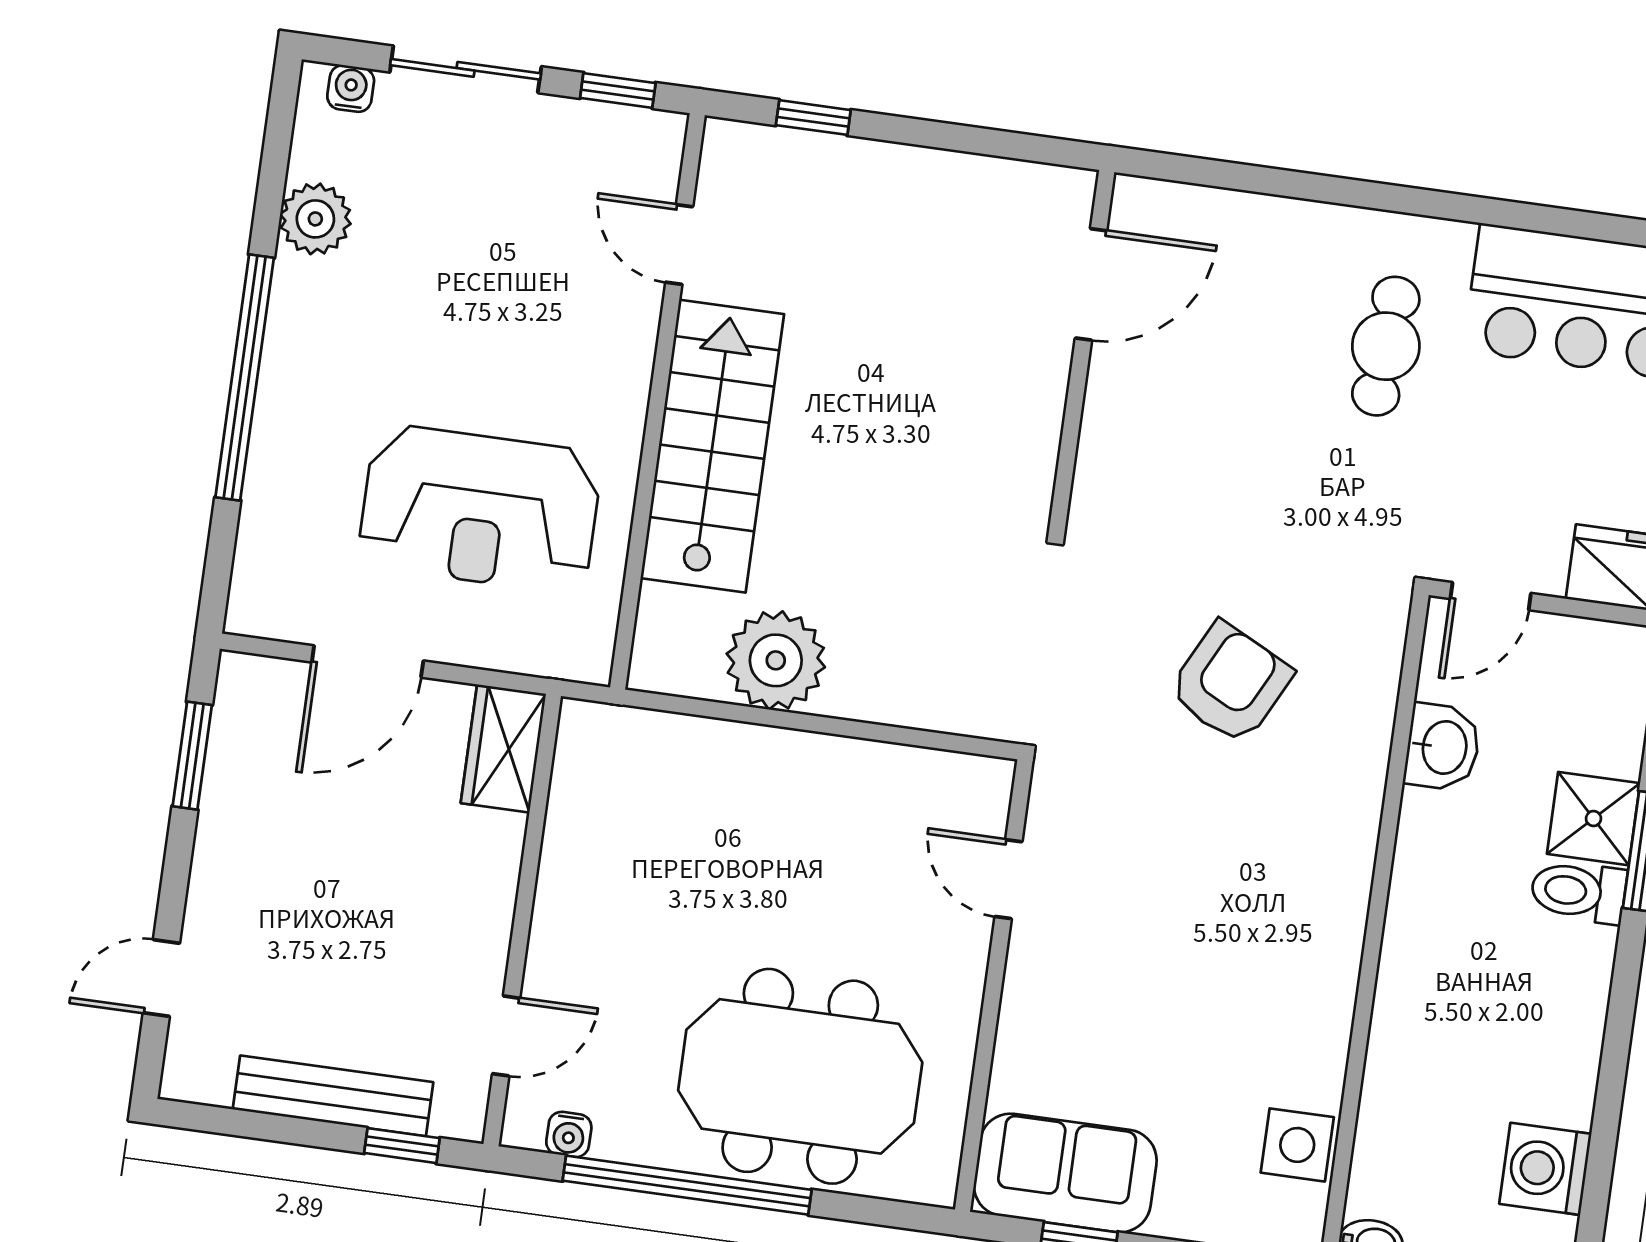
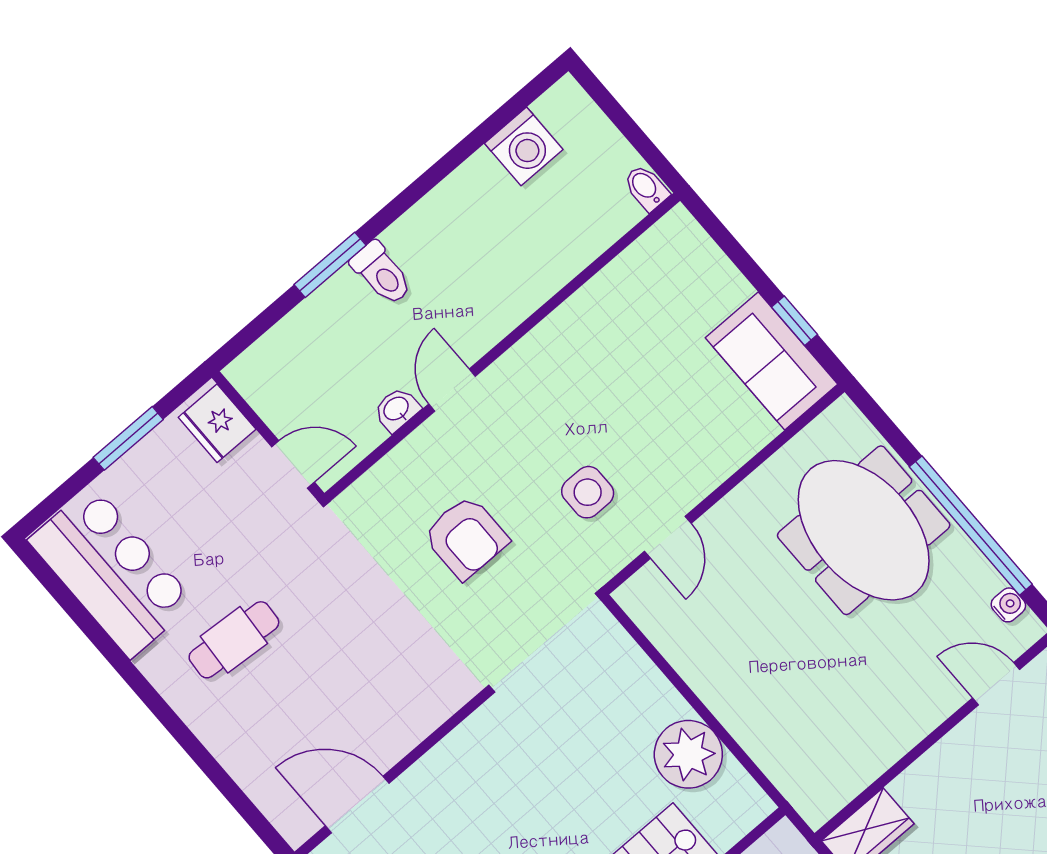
armchair: (1230, 683) -> (466, 537), turned -117
washbasin: (1443, 747) -> (397, 409), width x0.72, depth x0.69
shower: (1593, 819) -> (341, 304), removed
door: (1388, 832) -> (452, 390), added
side table: (1297, 1145) -> (588, 492), moved

